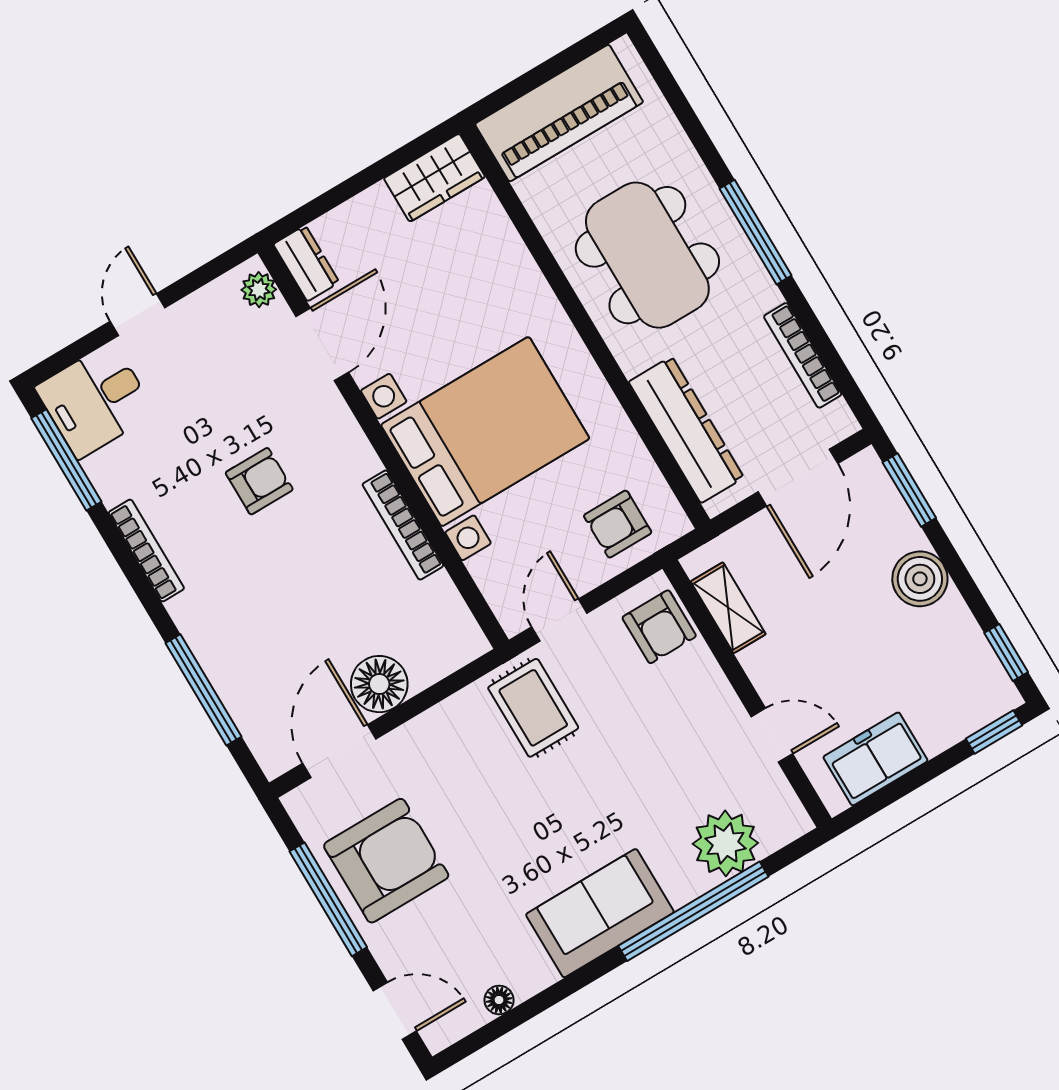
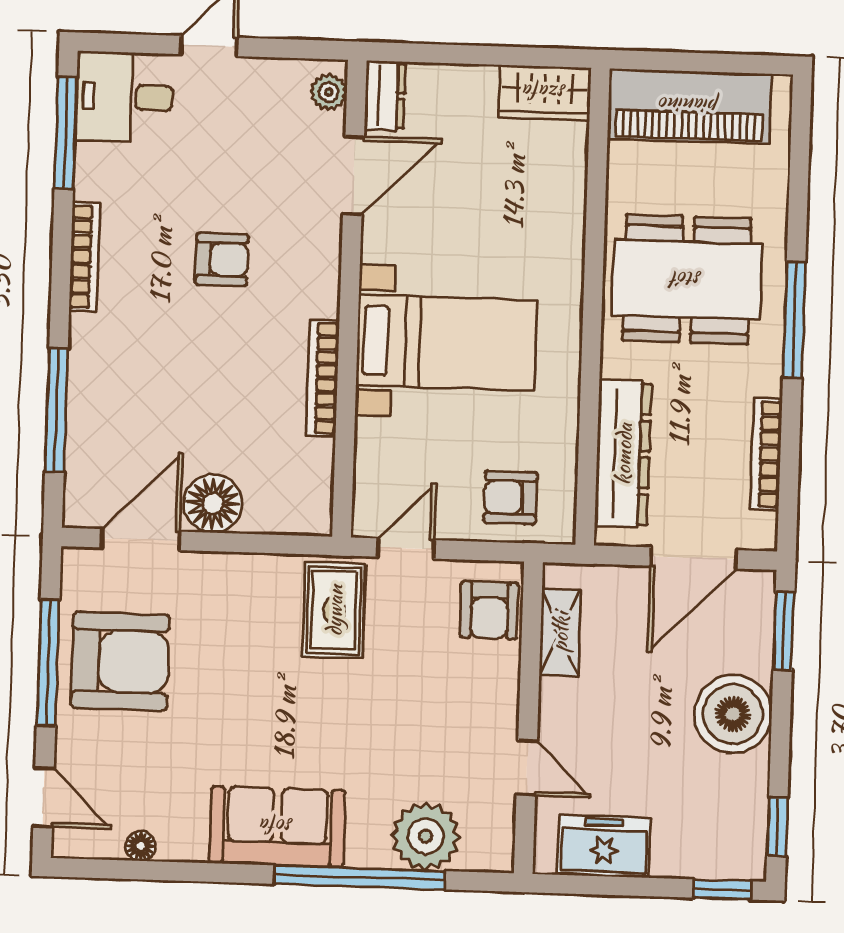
dining table: (647, 255) -> (687, 280), turned 90
bed with nightstands: (485, 432) -> (447, 343), width x0.73
boiler: (920, 579) -> (733, 714), width x1.37, depth x1.37

